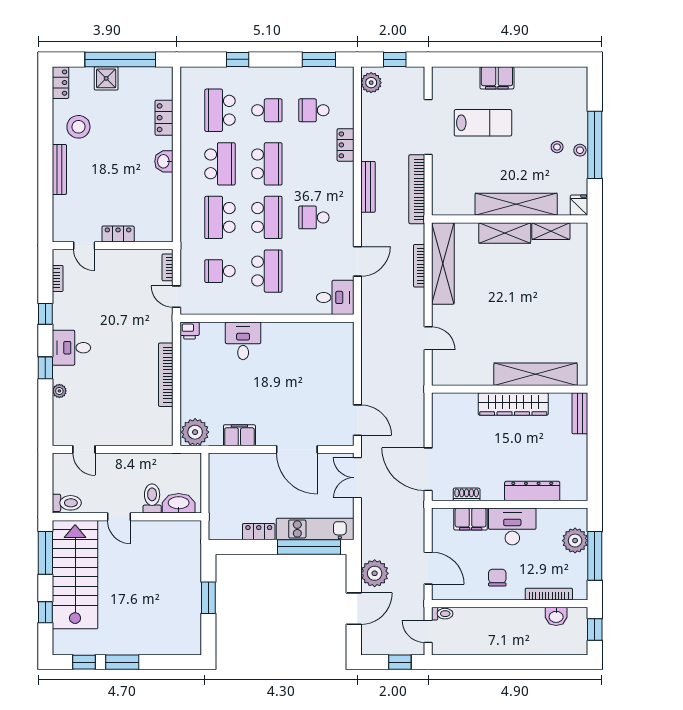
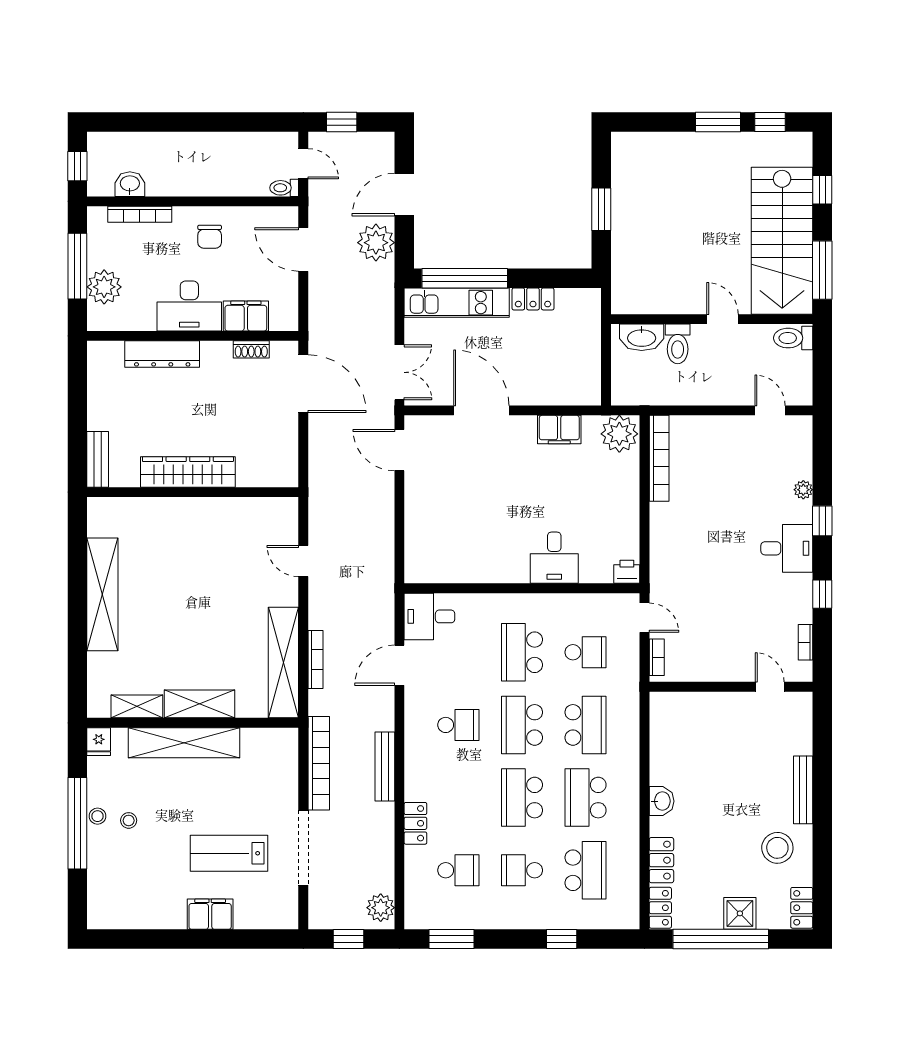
locker: (118, 234) -> (660, 908), moved, turned -90
shelving: (536, 374) -> (102, 594), moved, turned 90
bookcase: (166, 375) -> (659, 458), moved

